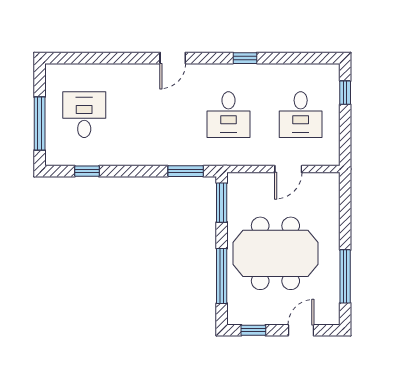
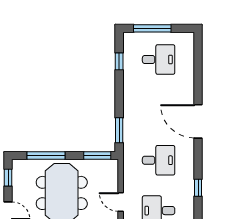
door: (173, 58) -> (198, 121), width x1.88
window: (245, 58) -> (198, 188), moved
desk: (228, 115) -> (159, 160), turned 180

